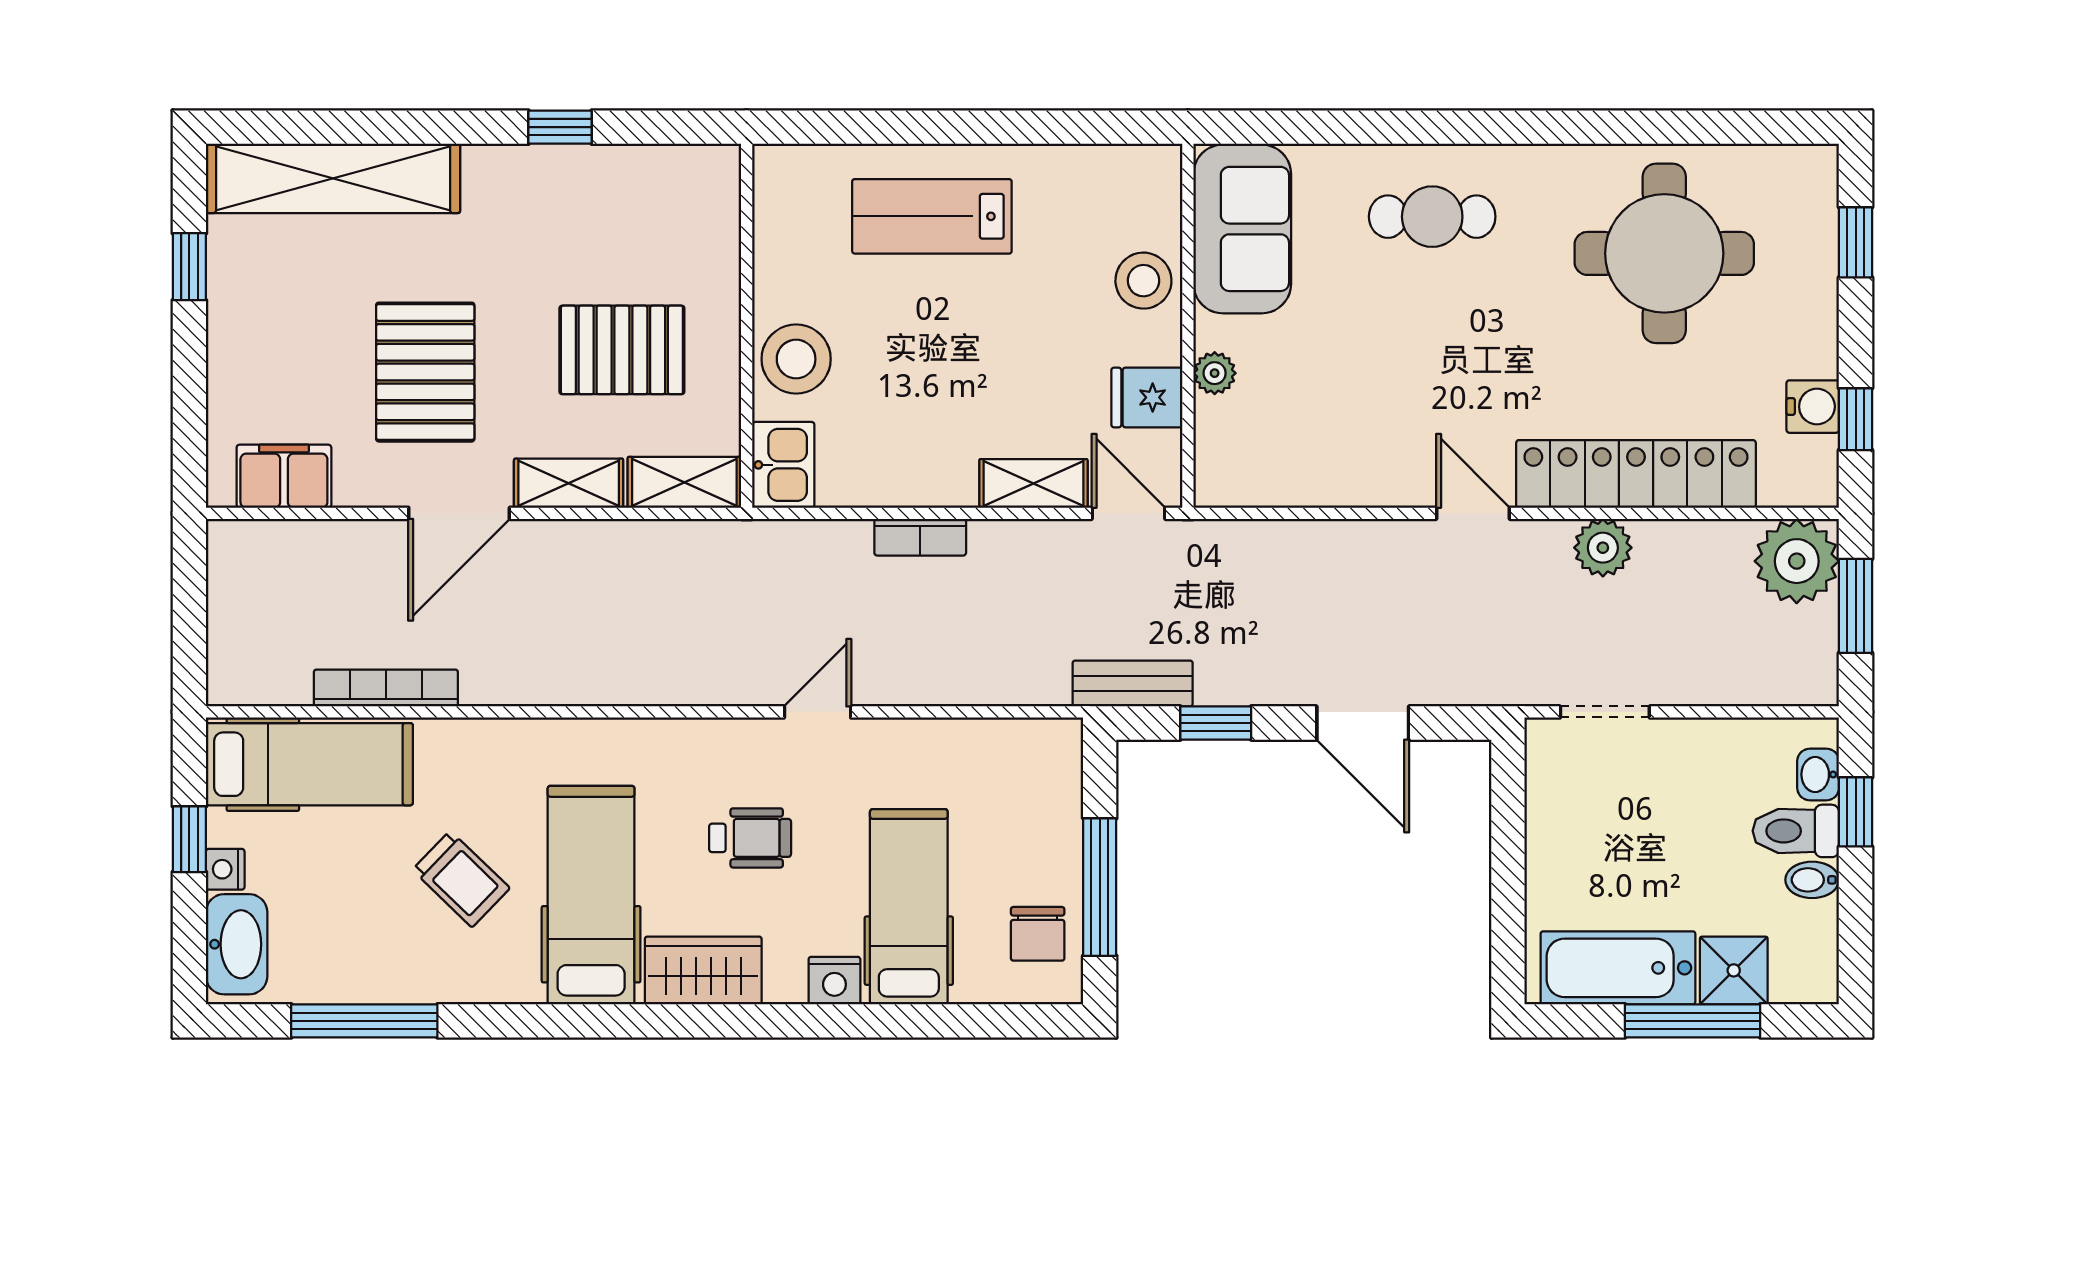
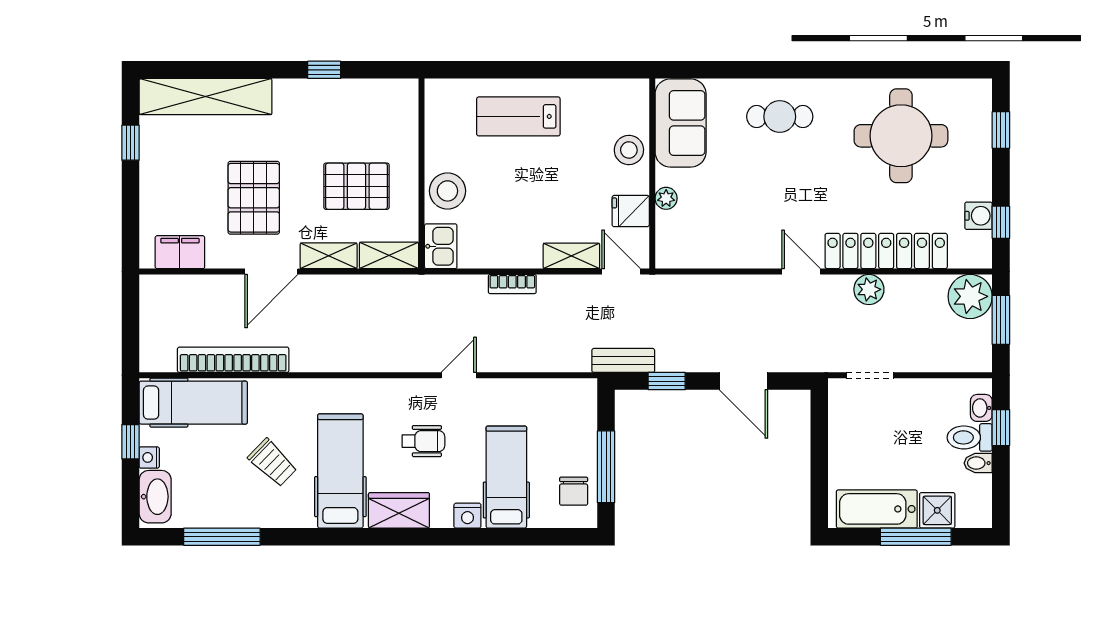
bookcase: (386, 688) -> (233, 360), width x1.48, depth x1.31

